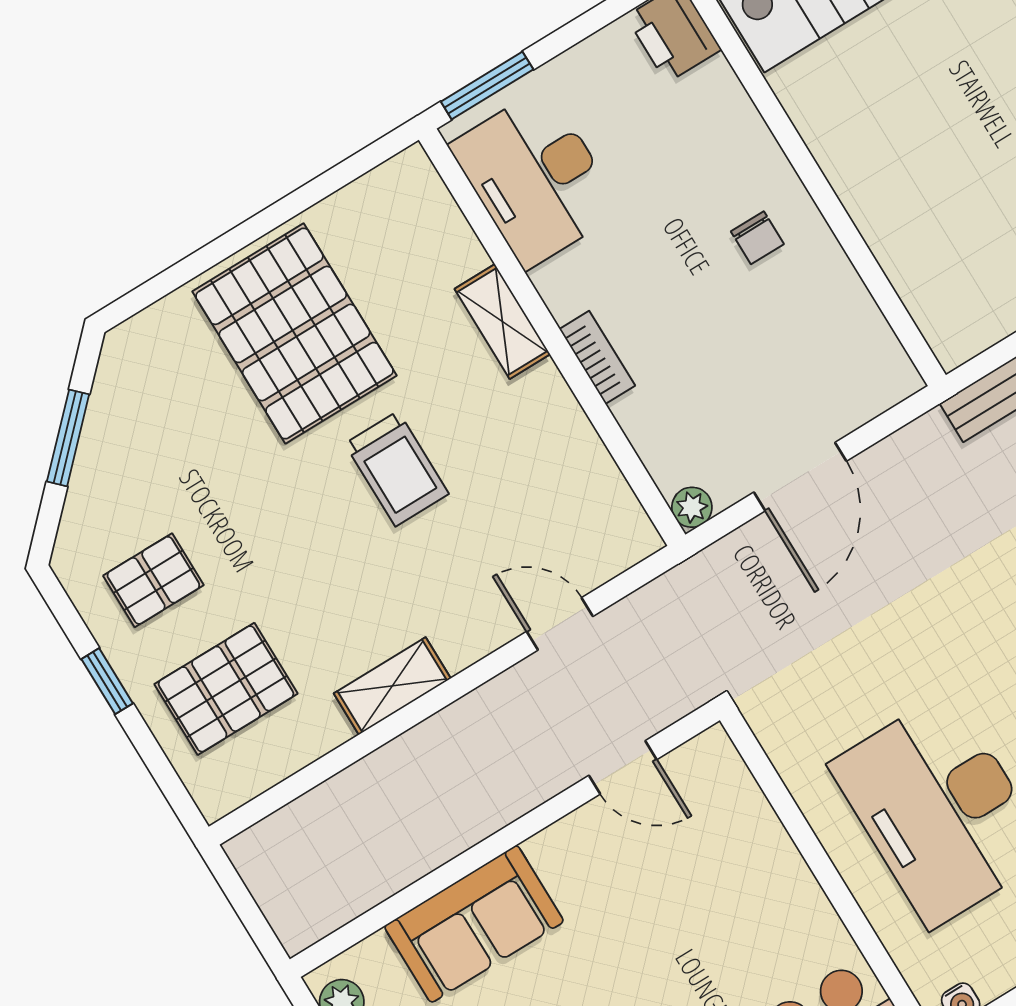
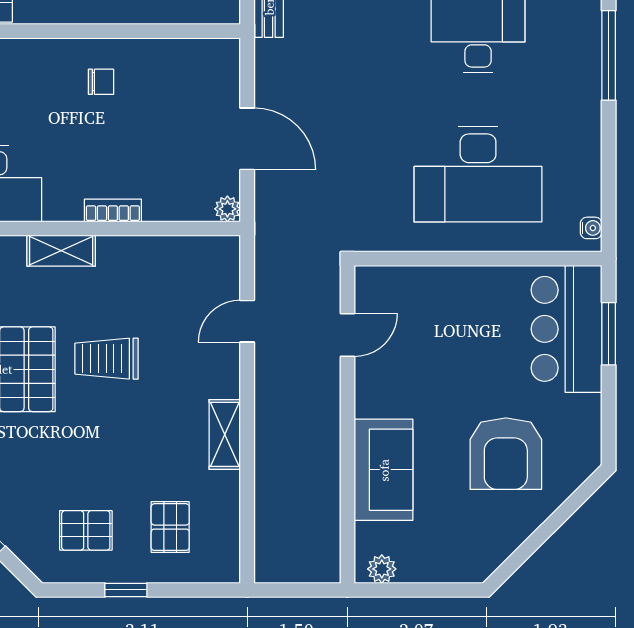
trolley: (397, 469) -> (107, 359), turned 180
pallet: (153, 580) -> (86, 530), turned 90
pallet: (226, 689) -> (170, 527), width x0.67, depth x0.71

